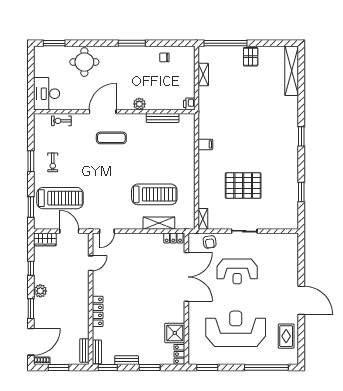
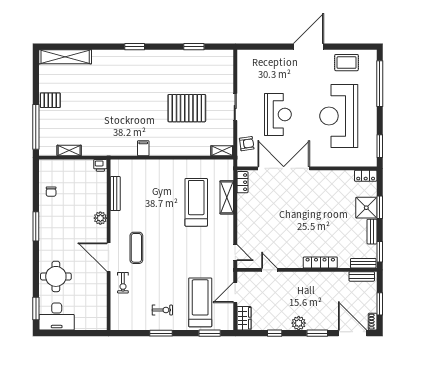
desk: (47, 94) -> (57, 316), moved
exercise bike: (61, 121) -> (123, 283), moved
pallet: (243, 186) -> (187, 108), turned 90
shower: (175, 333) -> (366, 208), moved

